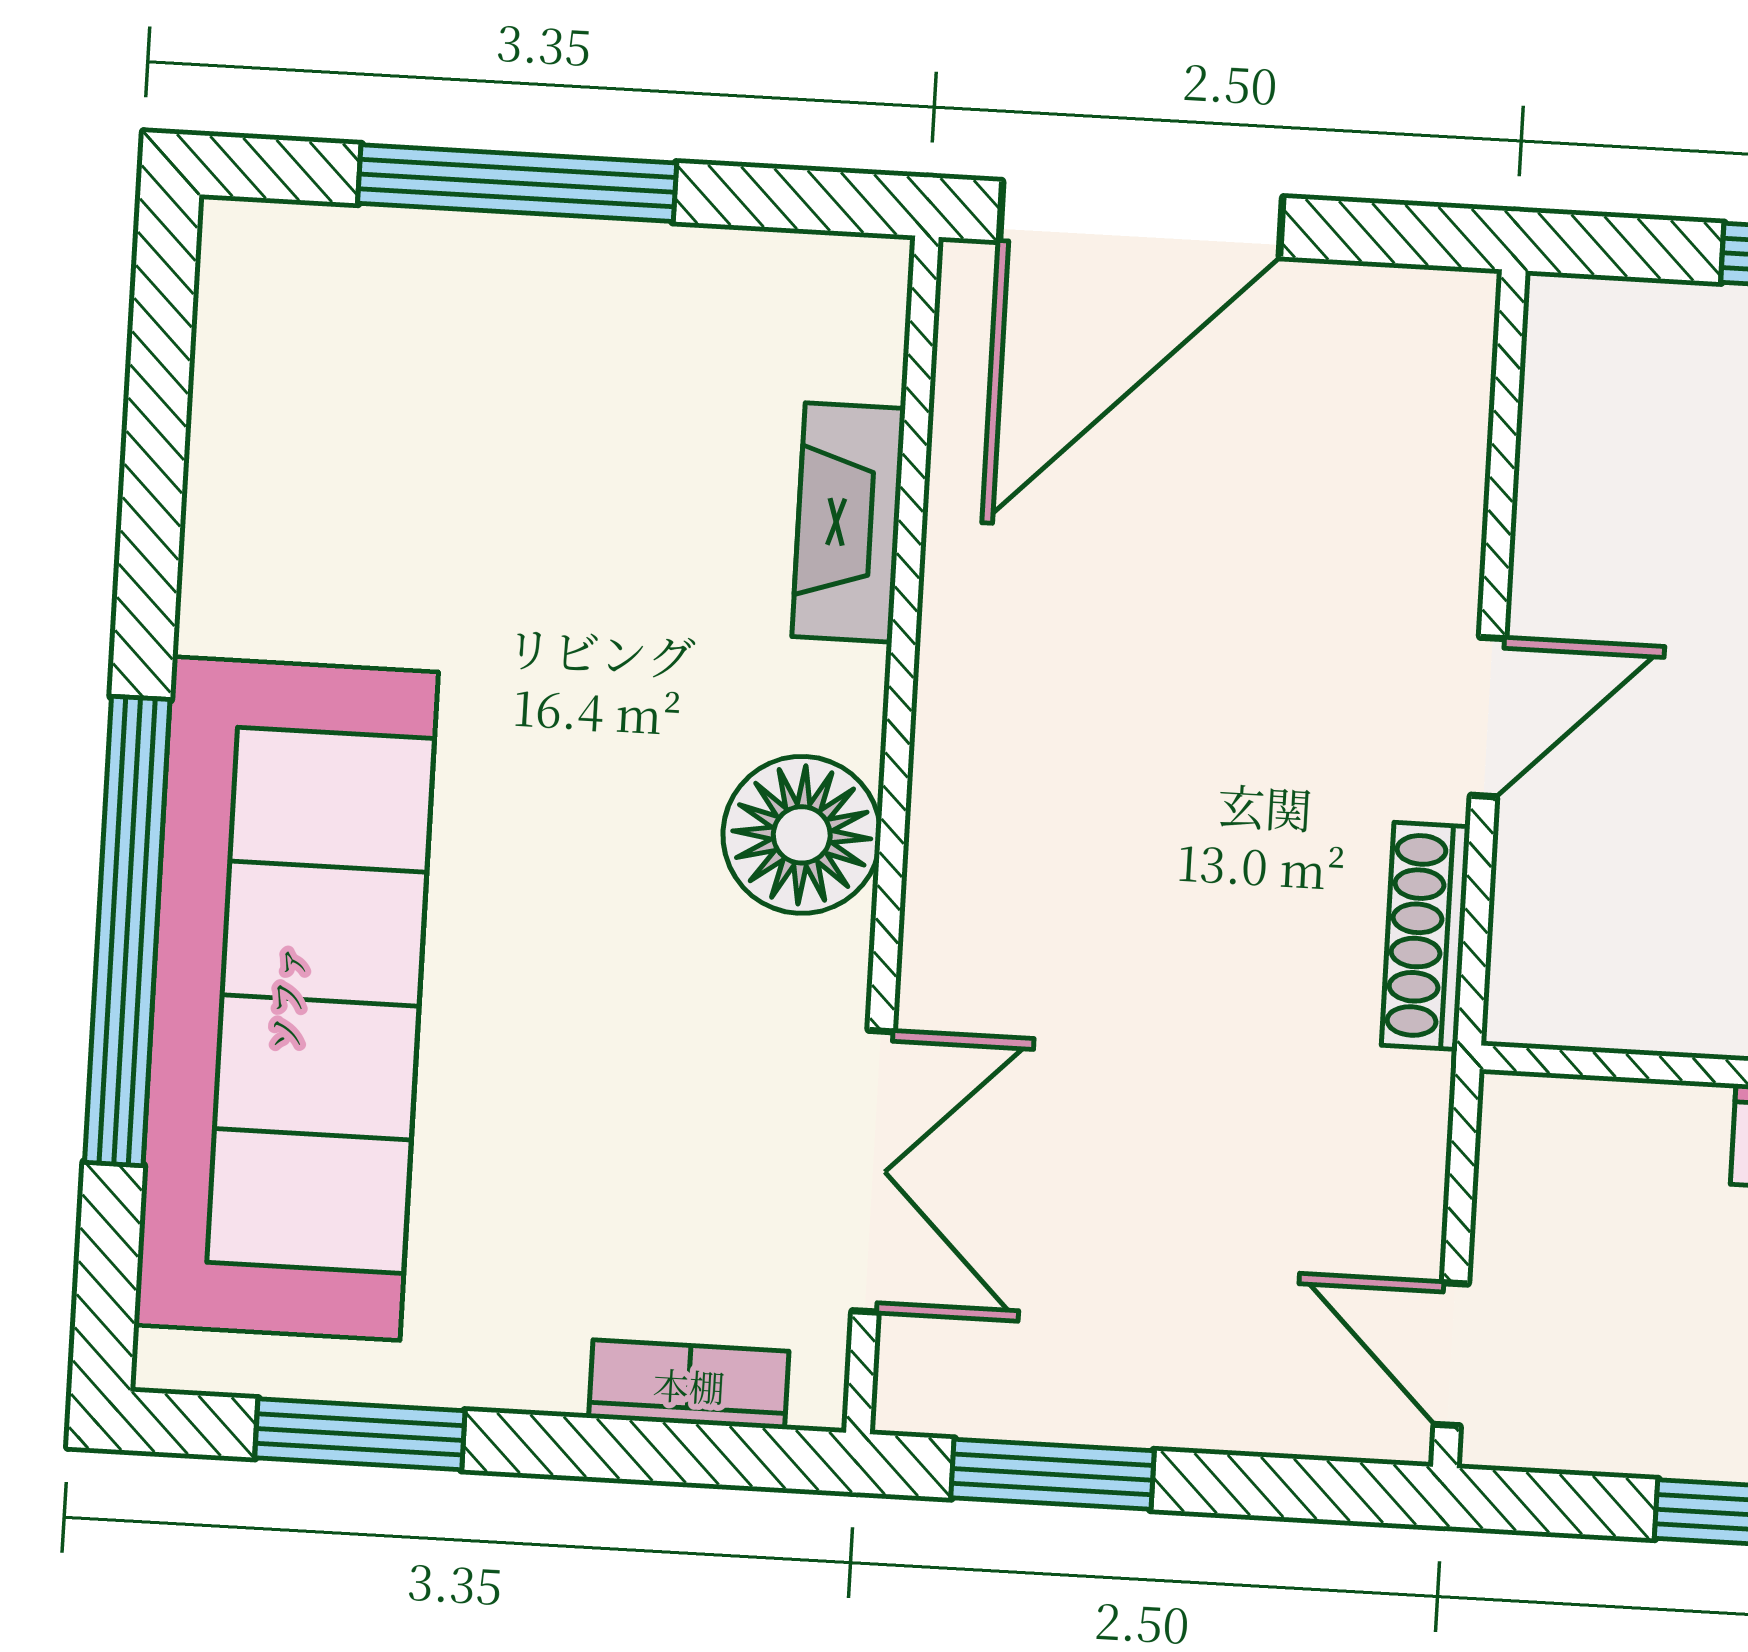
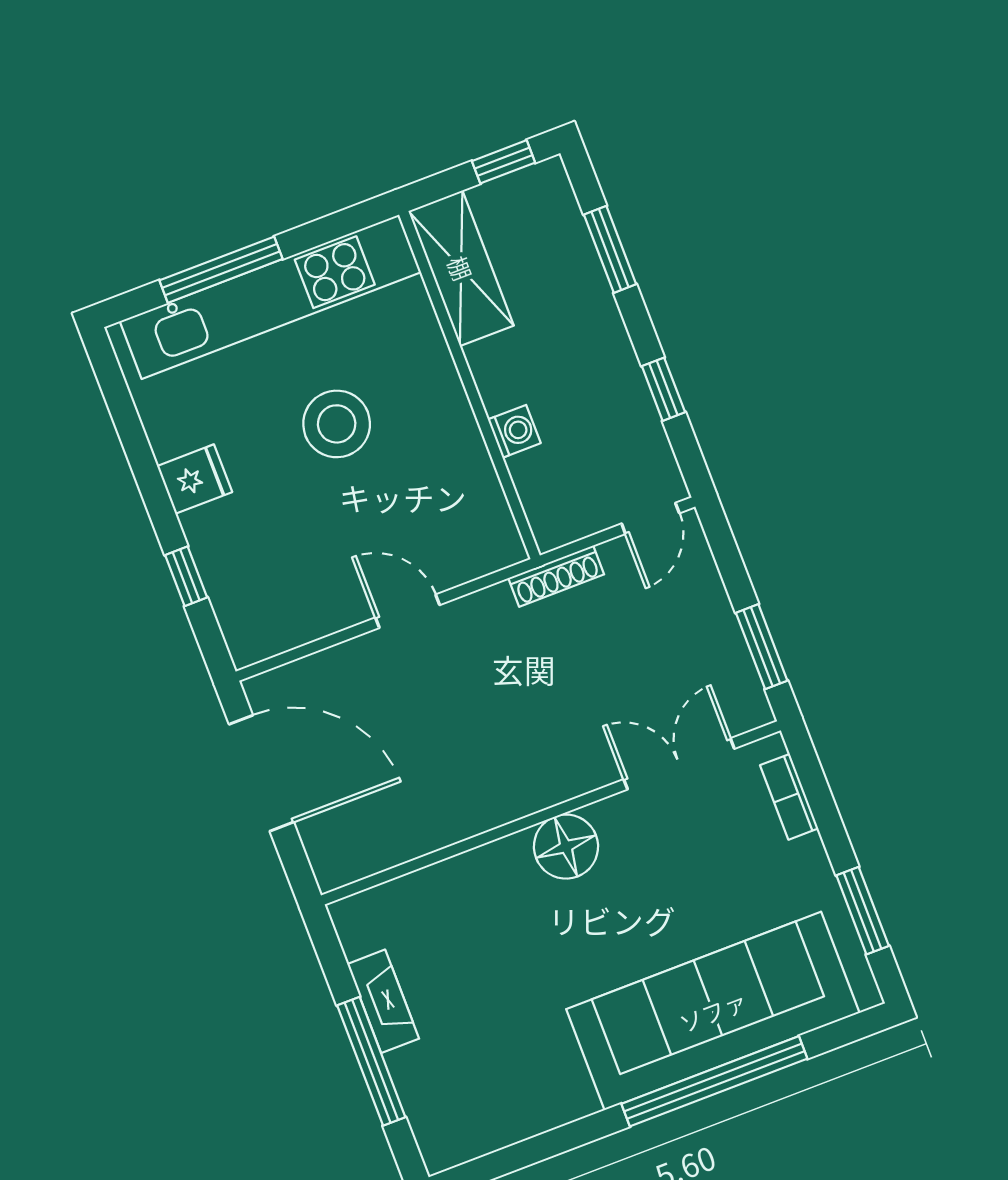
door: (1141, 219) -> (261, 773), moved
fireplace: (849, 523) -> (383, 1001), moved, turned -90
shoe rack: (1426, 936) -> (556, 576), moved

